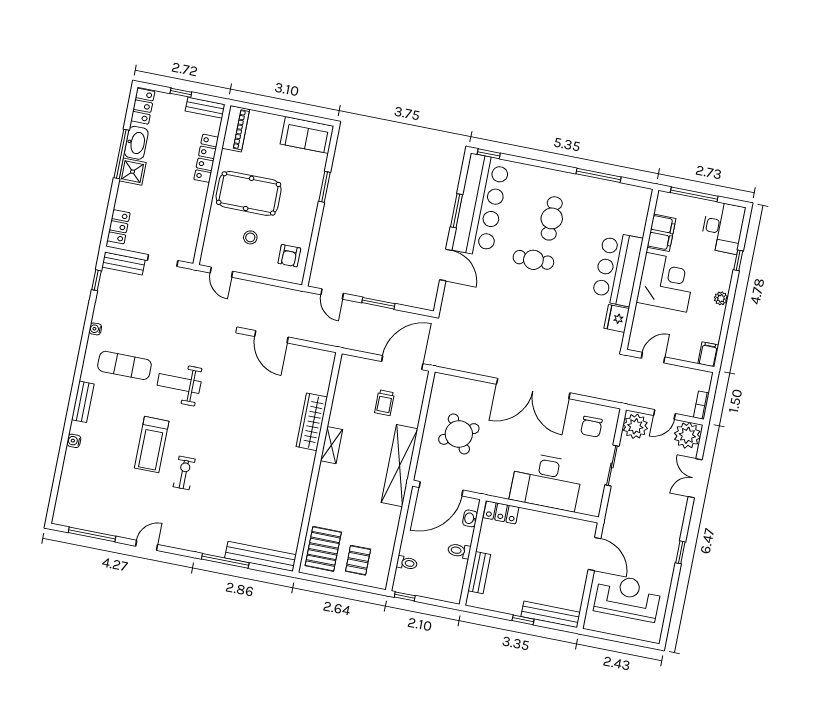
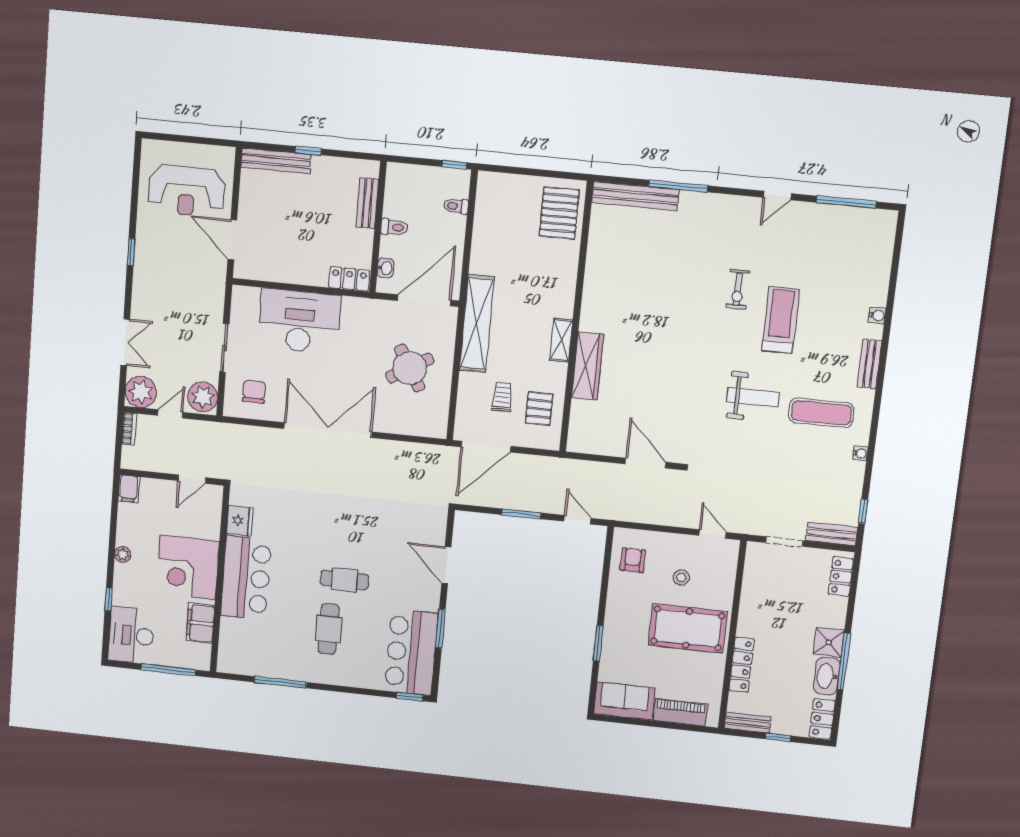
piano: (236, 129) -> (680, 712), moved, turned 90
bar counter: (481, 205) -> (411, 652), width x0.73
pallet: (358, 560) -> (539, 409), moved

